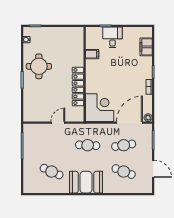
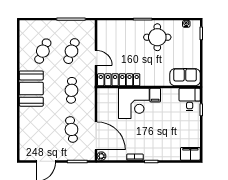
desk: (113, 37) -> (190, 99), moved, turned -90
sofa: (76, 41) -> (185, 77), added
filing cabinet: (146, 47) -> (190, 154), moved
filing cabinet: (92, 54) -> (155, 95), moved
locker: (78, 87) -> (119, 80), moved
corner desk: (100, 108) -> (134, 103), moved
cafe table: (124, 172) -> (71, 51), moved

